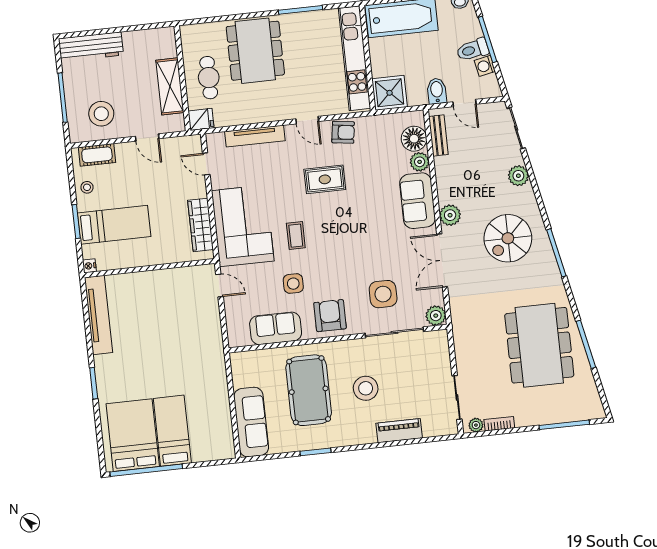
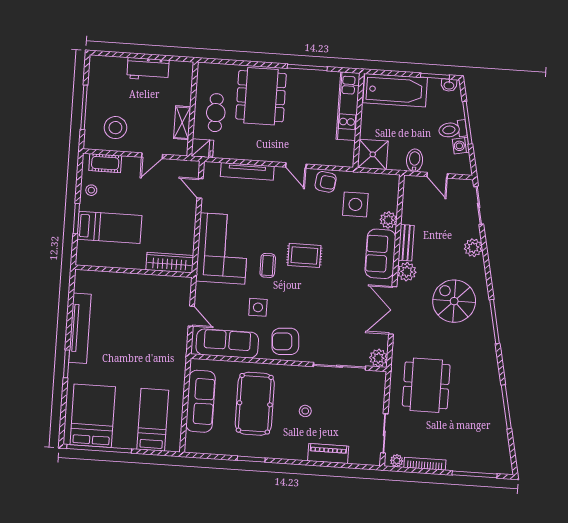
workbench: (91, 47) -> (148, 69), moved, width x0.73
kitchen unit: (354, 58) -> (348, 106), width x0.73
shelving: (170, 86) -> (182, 123), width x0.67, depth x0.75
bench: (438, 135) -> (406, 243), moved
door: (147, 137) -> (152, 156), hinge flipped
floor lamp: (414, 139) -> (387, 199), removed
rug: (325, 179) -> (304, 255), moved
wardrobe: (201, 225) -> (170, 263), moved, turned 90
spiral stairs: (508, 238) -> (454, 301), turned 90
nightstand: (89, 266) -> (81, 260), removed
door: (219, 285) -> (191, 316), moved
side table: (383, 294) -> (355, 204), moved
tv unit: (99, 315) -> (80, 328), moved
armchair: (330, 316) -> (285, 341), turned -94
sofa: (276, 328) -> (227, 344), width x1.36
dining table: (539, 345) -> (426, 385), moved, width x0.73, depth x0.80
stool: (366, 388) -> (305, 411), width x0.53, depth x0.53
sofa: (251, 422) -> (201, 401), moved
bookcase: (499, 424) -> (425, 464), width x1.56
bed: (172, 431) -> (153, 420), moved

